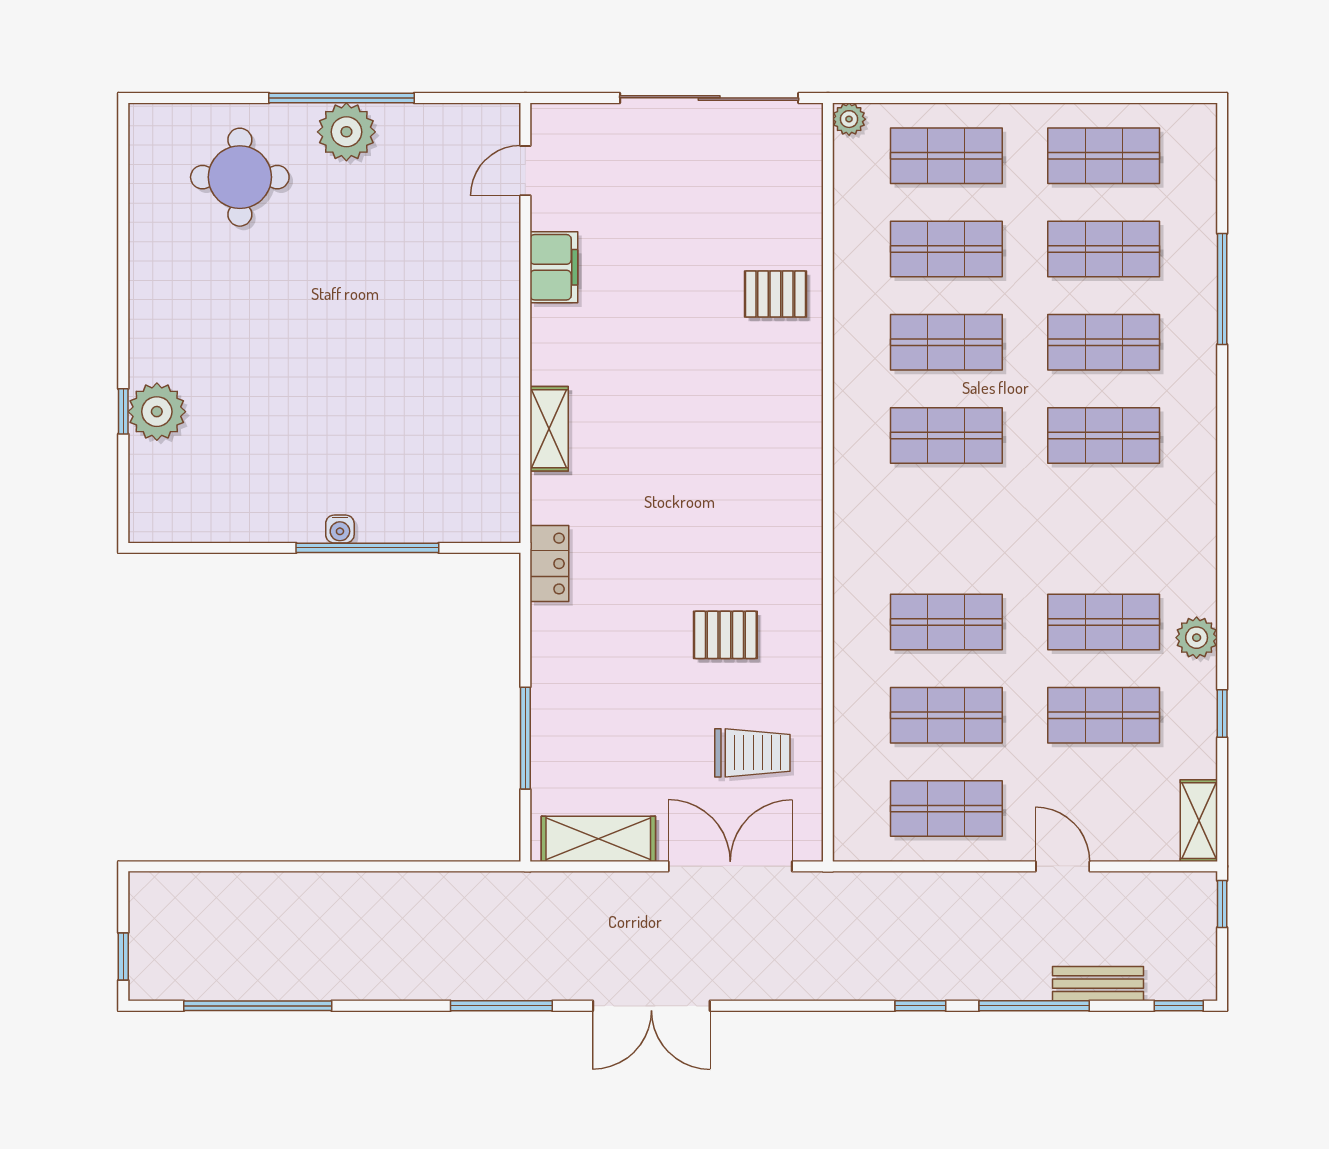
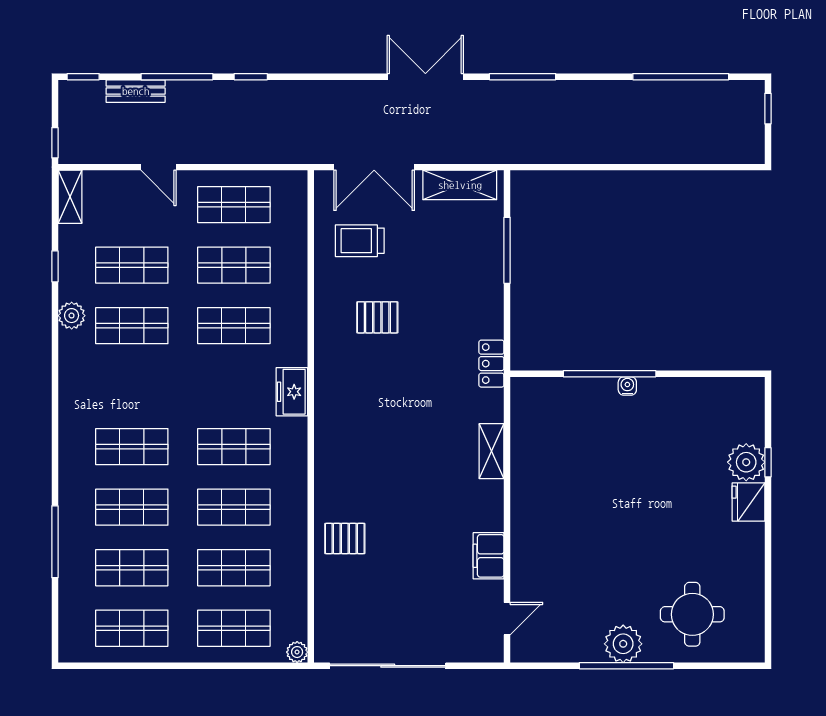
fridge: (153, 350) -> (748, 502), added
freezer: (857, 520) -> (292, 392), added

